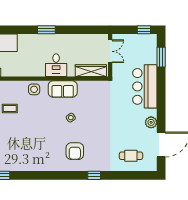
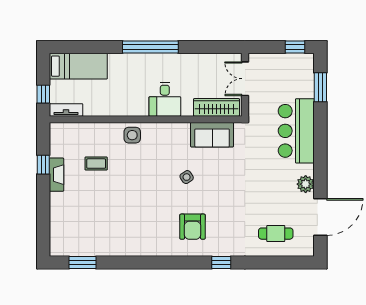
window: (46, 30) -> (150, 47), width x2.11
double door: (110, 51) -> (245, 79), swing flipped
sofa: (63, 89) -> (212, 135), moved

